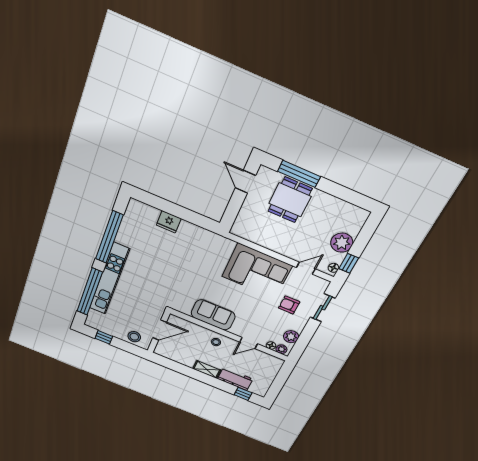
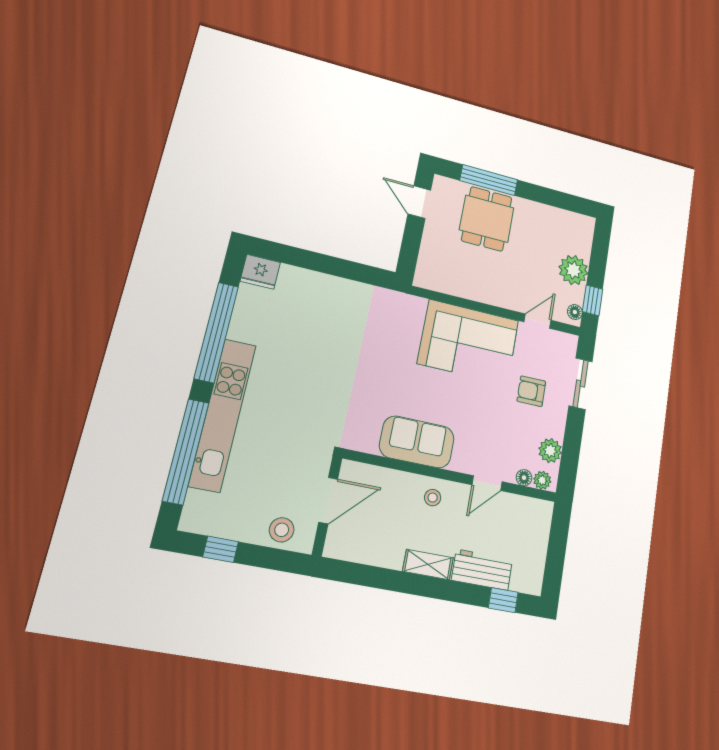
fridge: (169, 222) -> (260, 272), moved

